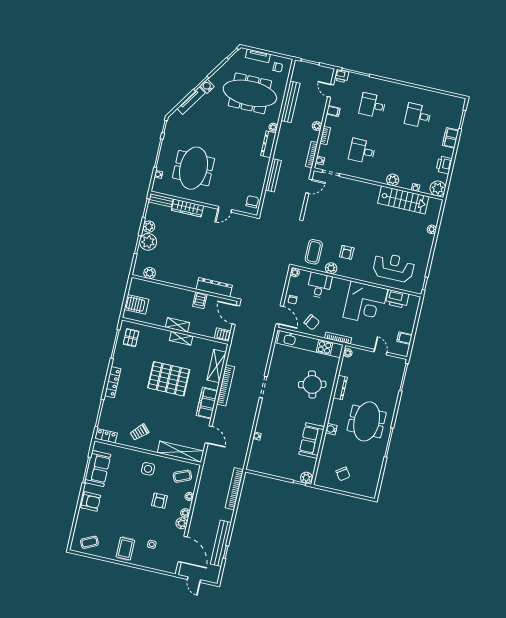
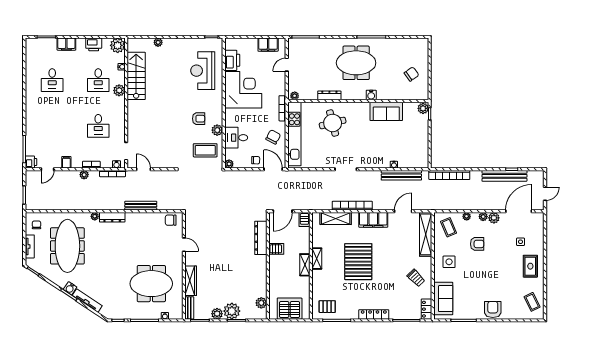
bench: (291, 102) -> (401, 175), moved
desk: (373, 105) -> (98, 80), moved
server rack: (136, 304) -> (290, 309), width x1.60
door: (280, 315) -> (273, 169), hinge flipped
filing cabinet: (405, 338) -> (268, 45), width x2.00
sofa: (98, 468) -> (443, 299), moved, turned 90
rug: (125, 549) -> (530, 266), turned 90

